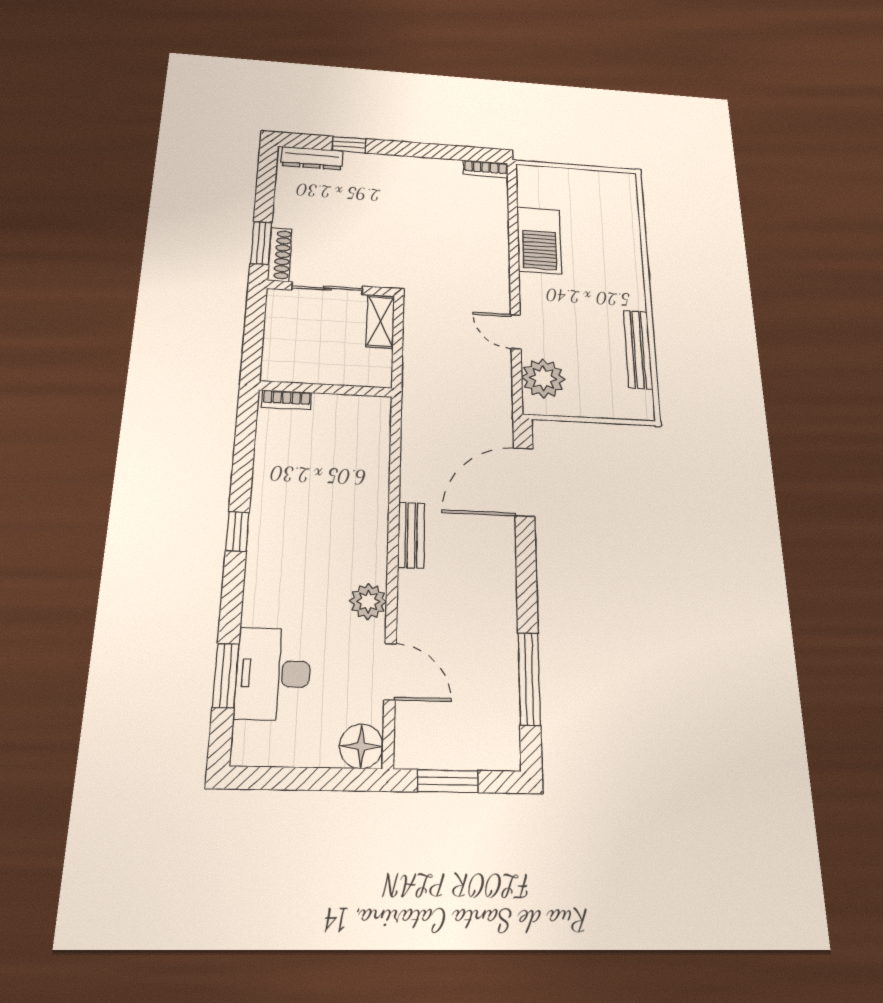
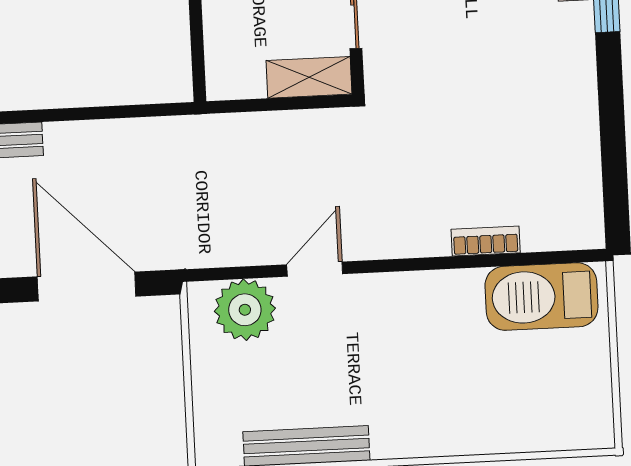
bookcase: (486, 169) -> (486, 241), moved, turned 90
barbecue: (539, 240) -> (541, 297), moved

